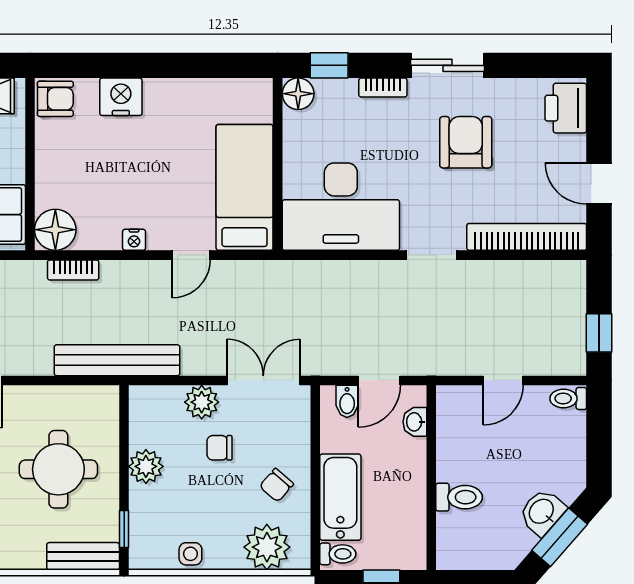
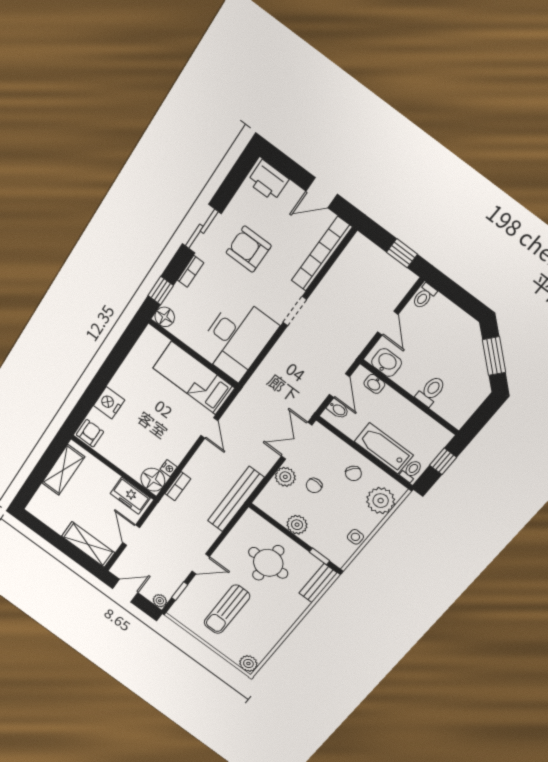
nightstand: (134, 240) -> (169, 468), moved
washbasin: (542, 512) -> (387, 363), moved, turned 139

